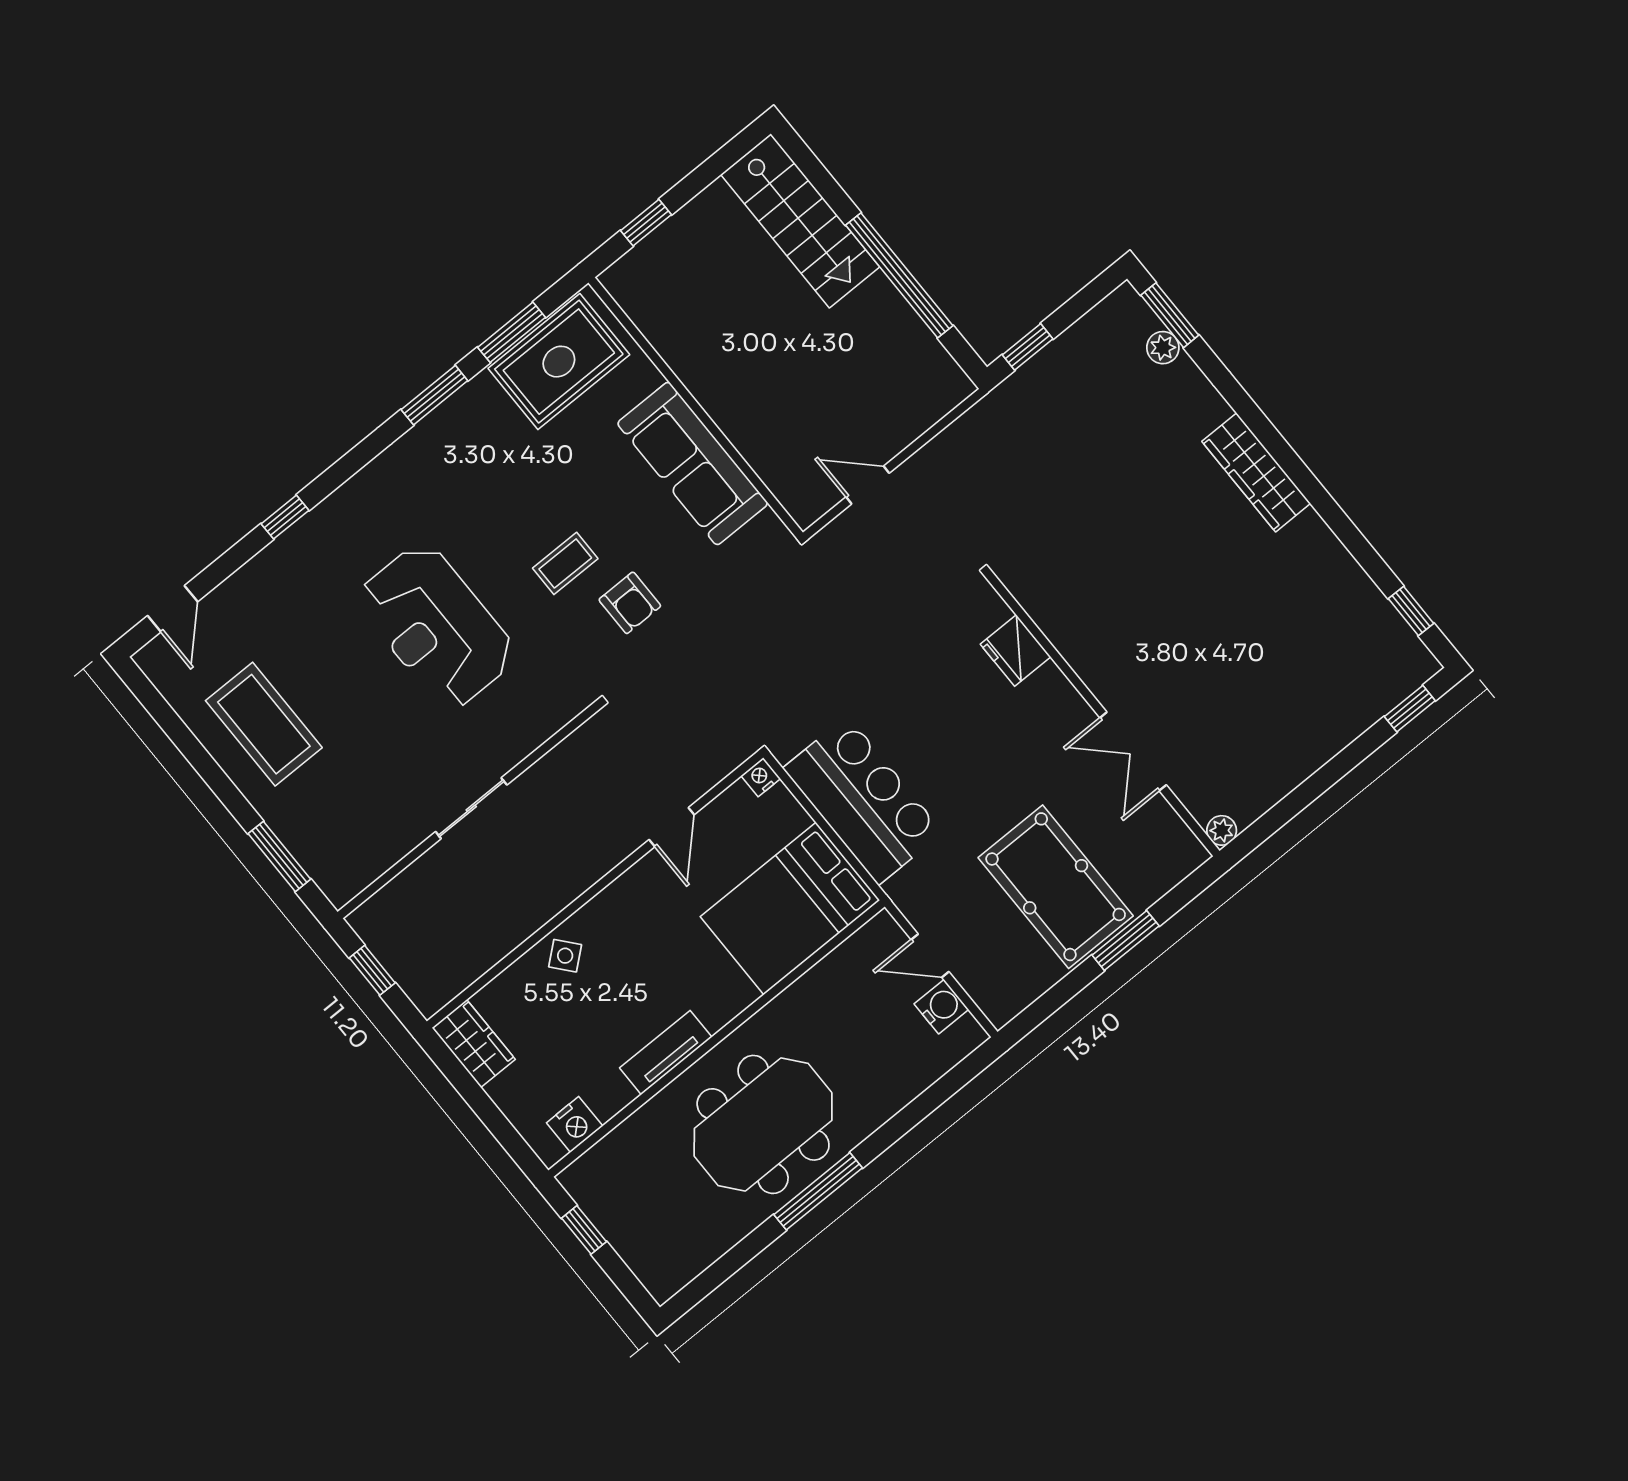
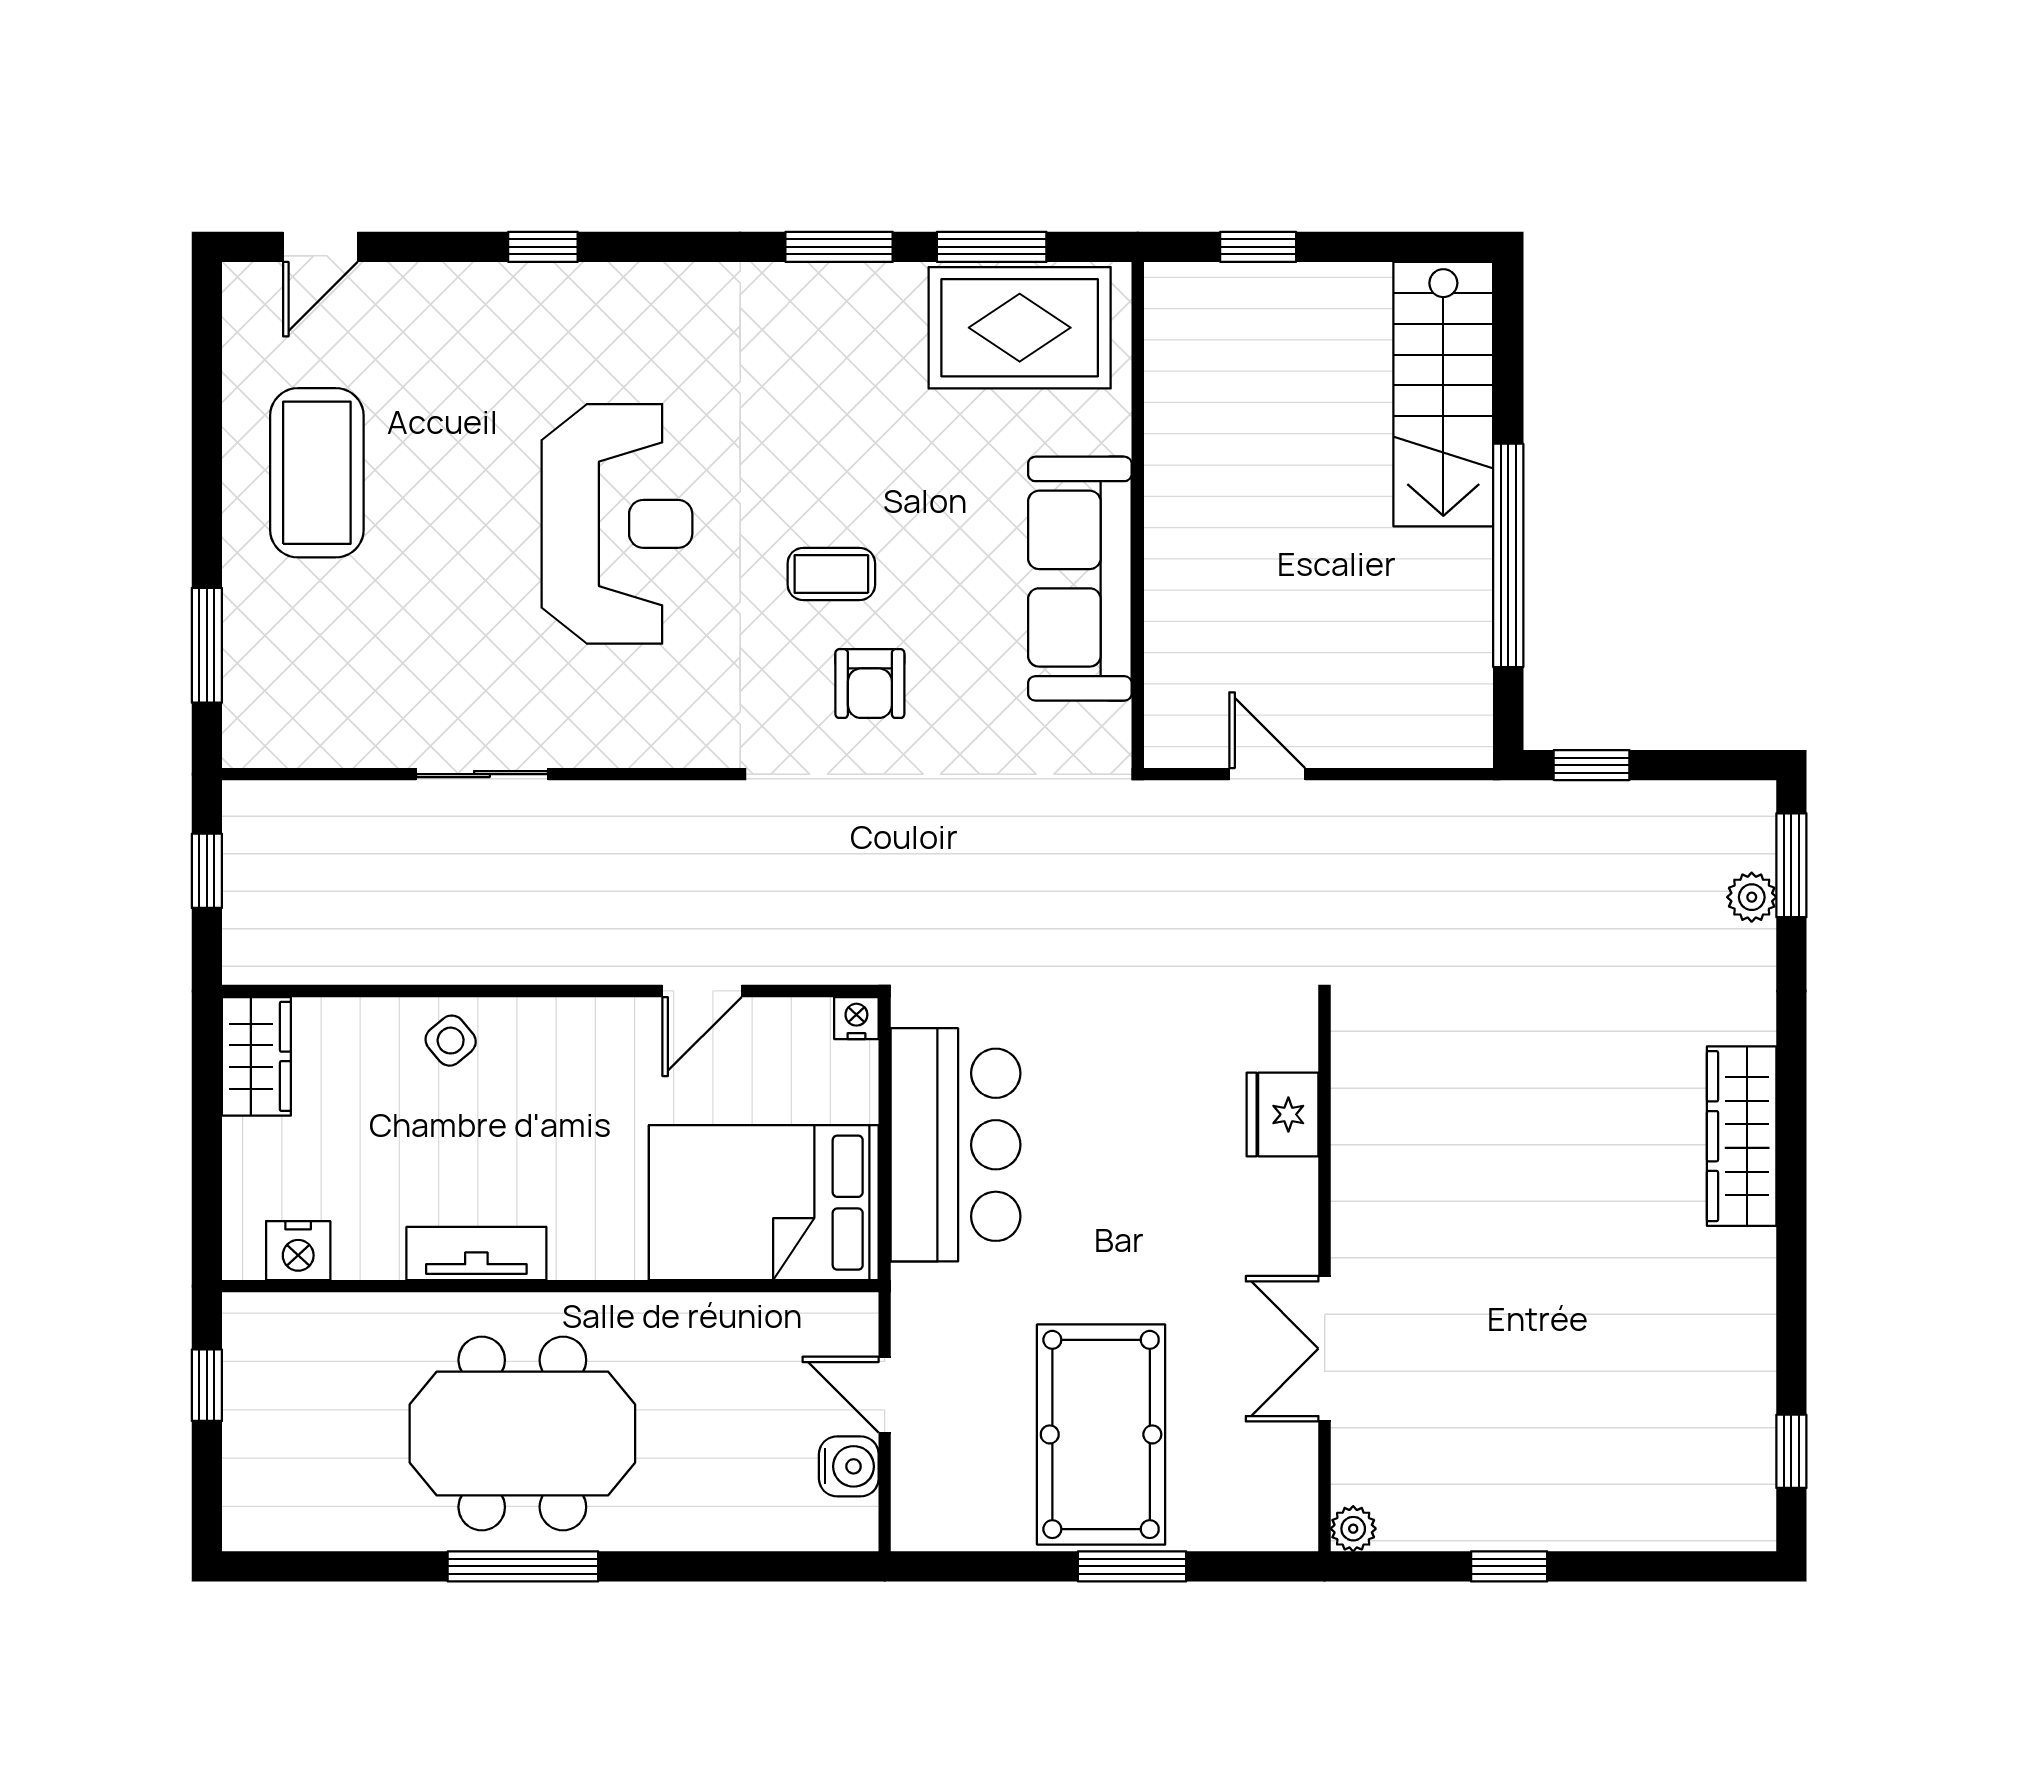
reception desk: (436, 626) -> (617, 524), turned 180
window: (1410, 709) -> (1509, 1566), moved

